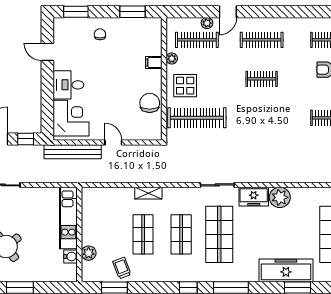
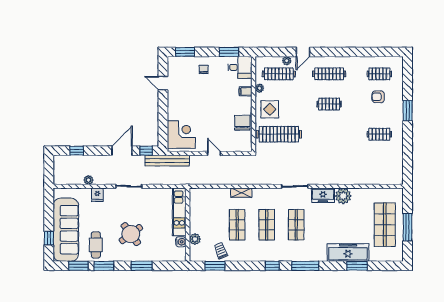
desk: (68, 85) -> (240, 67), moved, turned 180
bench: (73, 152) -> (167, 161), moved
shop shelf: (219, 234) -> (296, 225), width x0.70, depth x0.74

